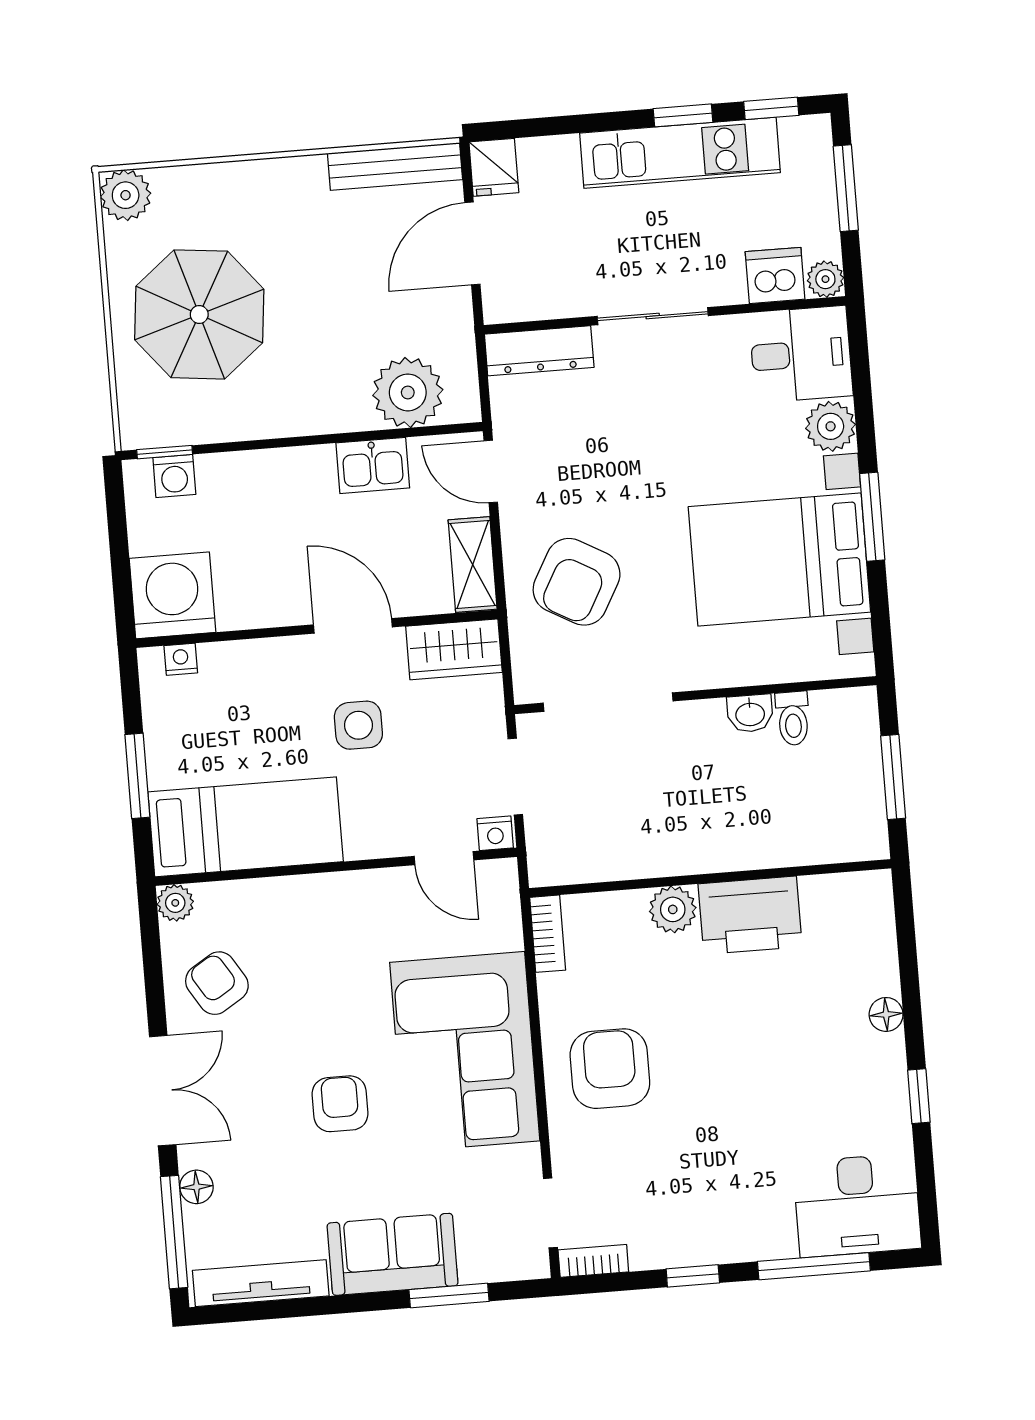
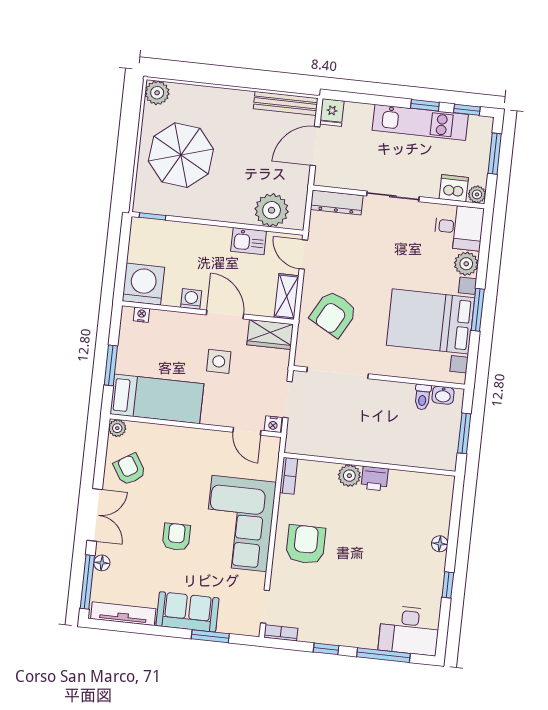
washing machine: (174, 476) -> (191, 299), moved, turned 180
washbasin: (750, 713) -> (443, 395), moved
printer: (750, 915) -> (375, 479), width x0.53, depth x0.68

